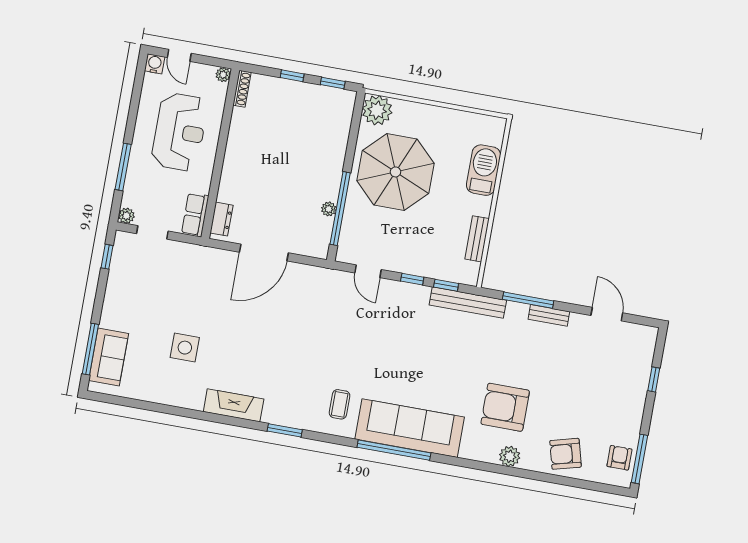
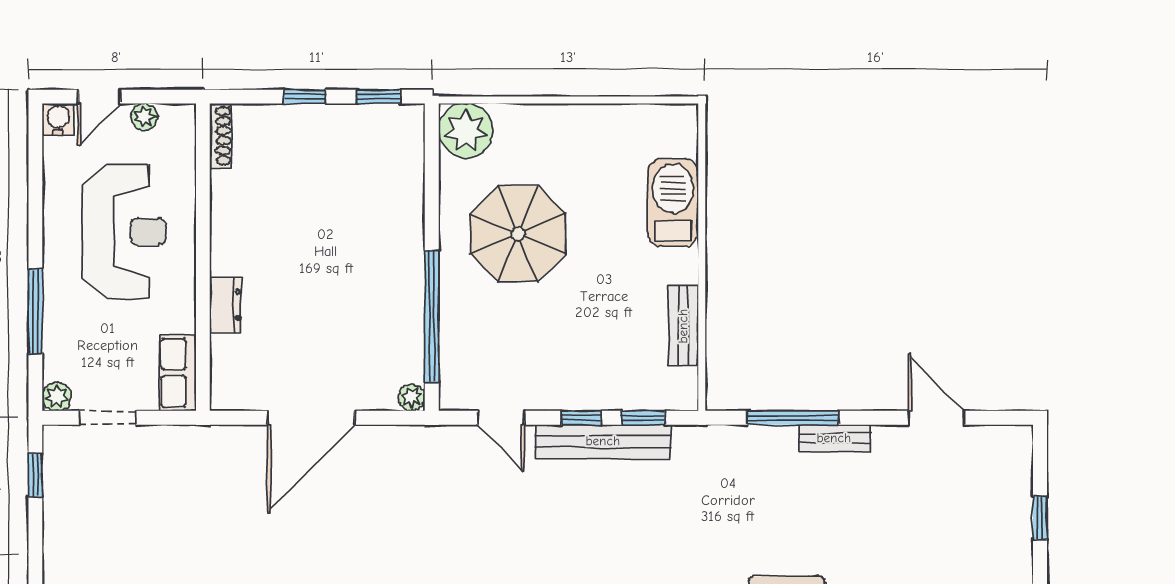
door: (179, 55) -> (99, 97), hinge flipped
plant: (223, 75) -> (144, 117), moved
parasol: (395, 172) -> (518, 234), width x0.73, depth x0.73
plant: (329, 209) -> (412, 397), moved
dresser: (221, 219) -> (226, 305), moved
bench: (468, 303) -> (603, 441), moved

